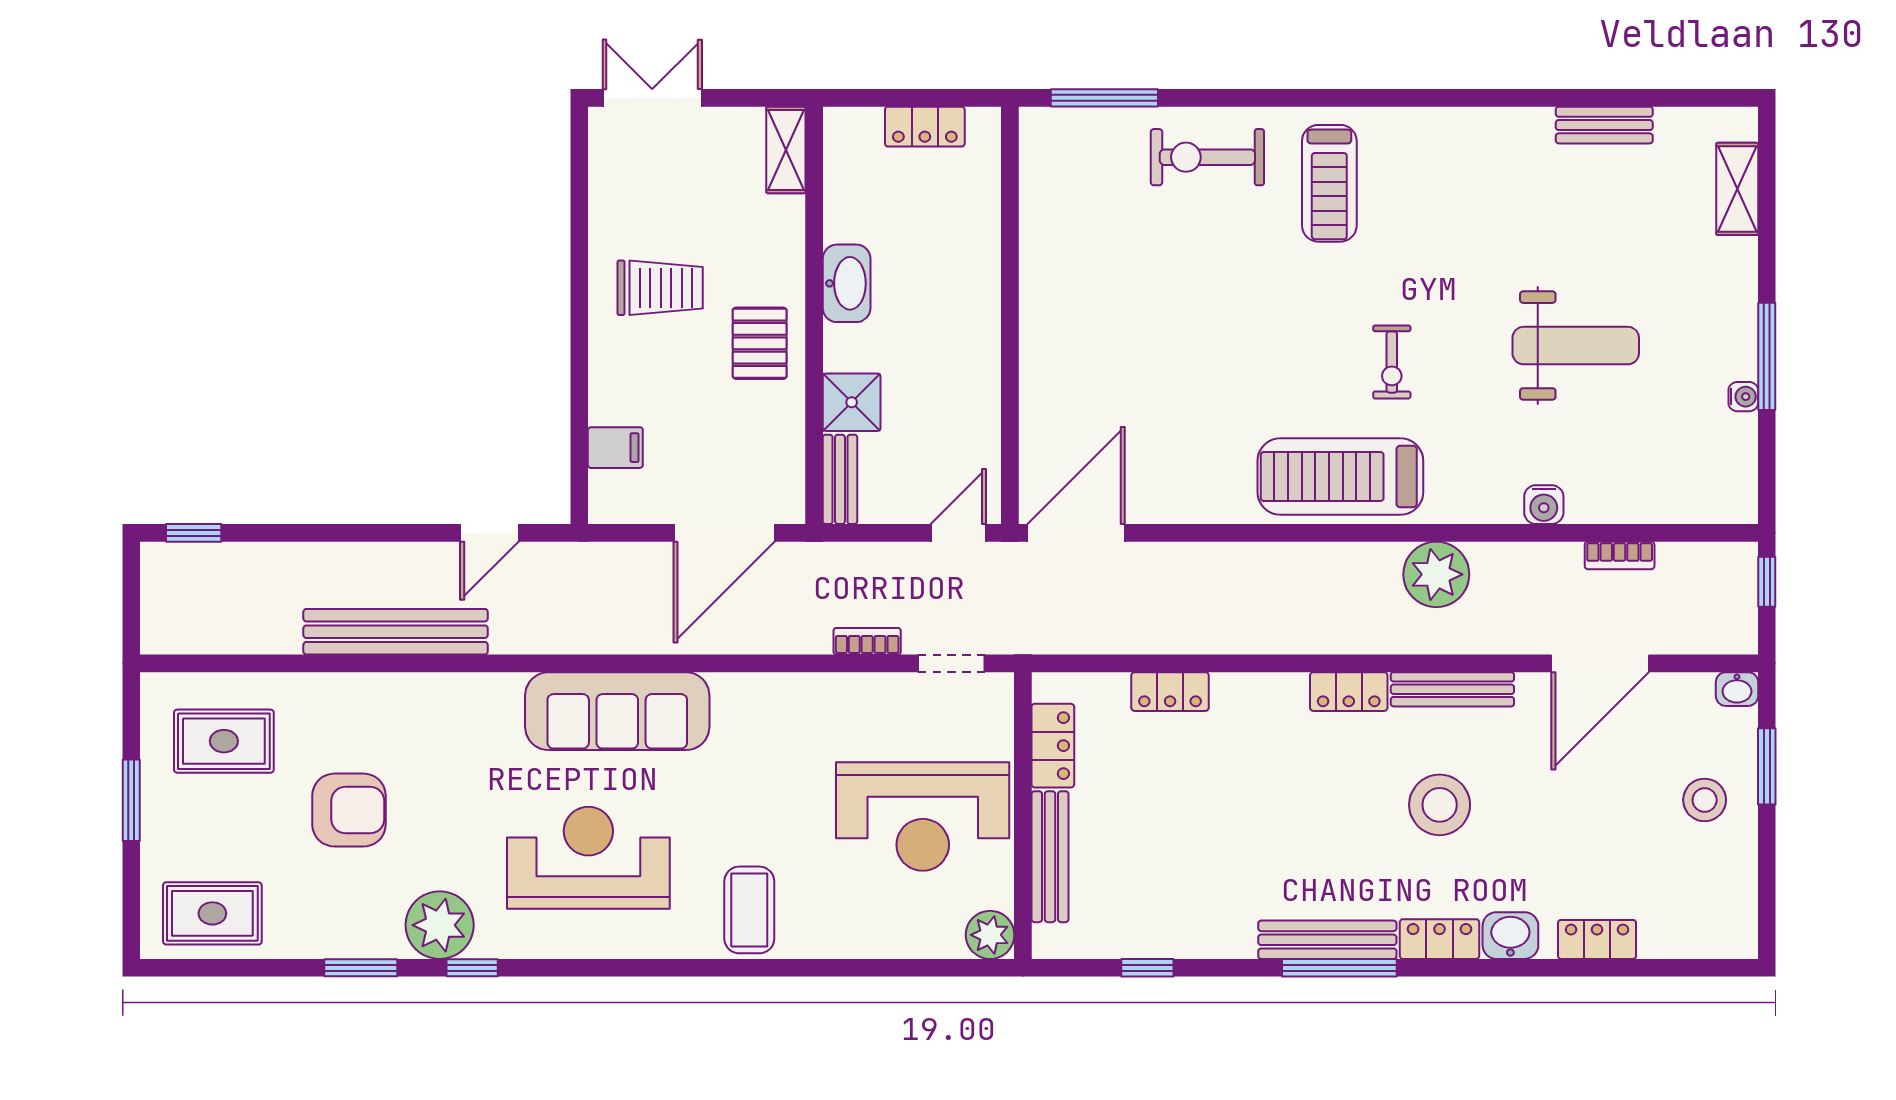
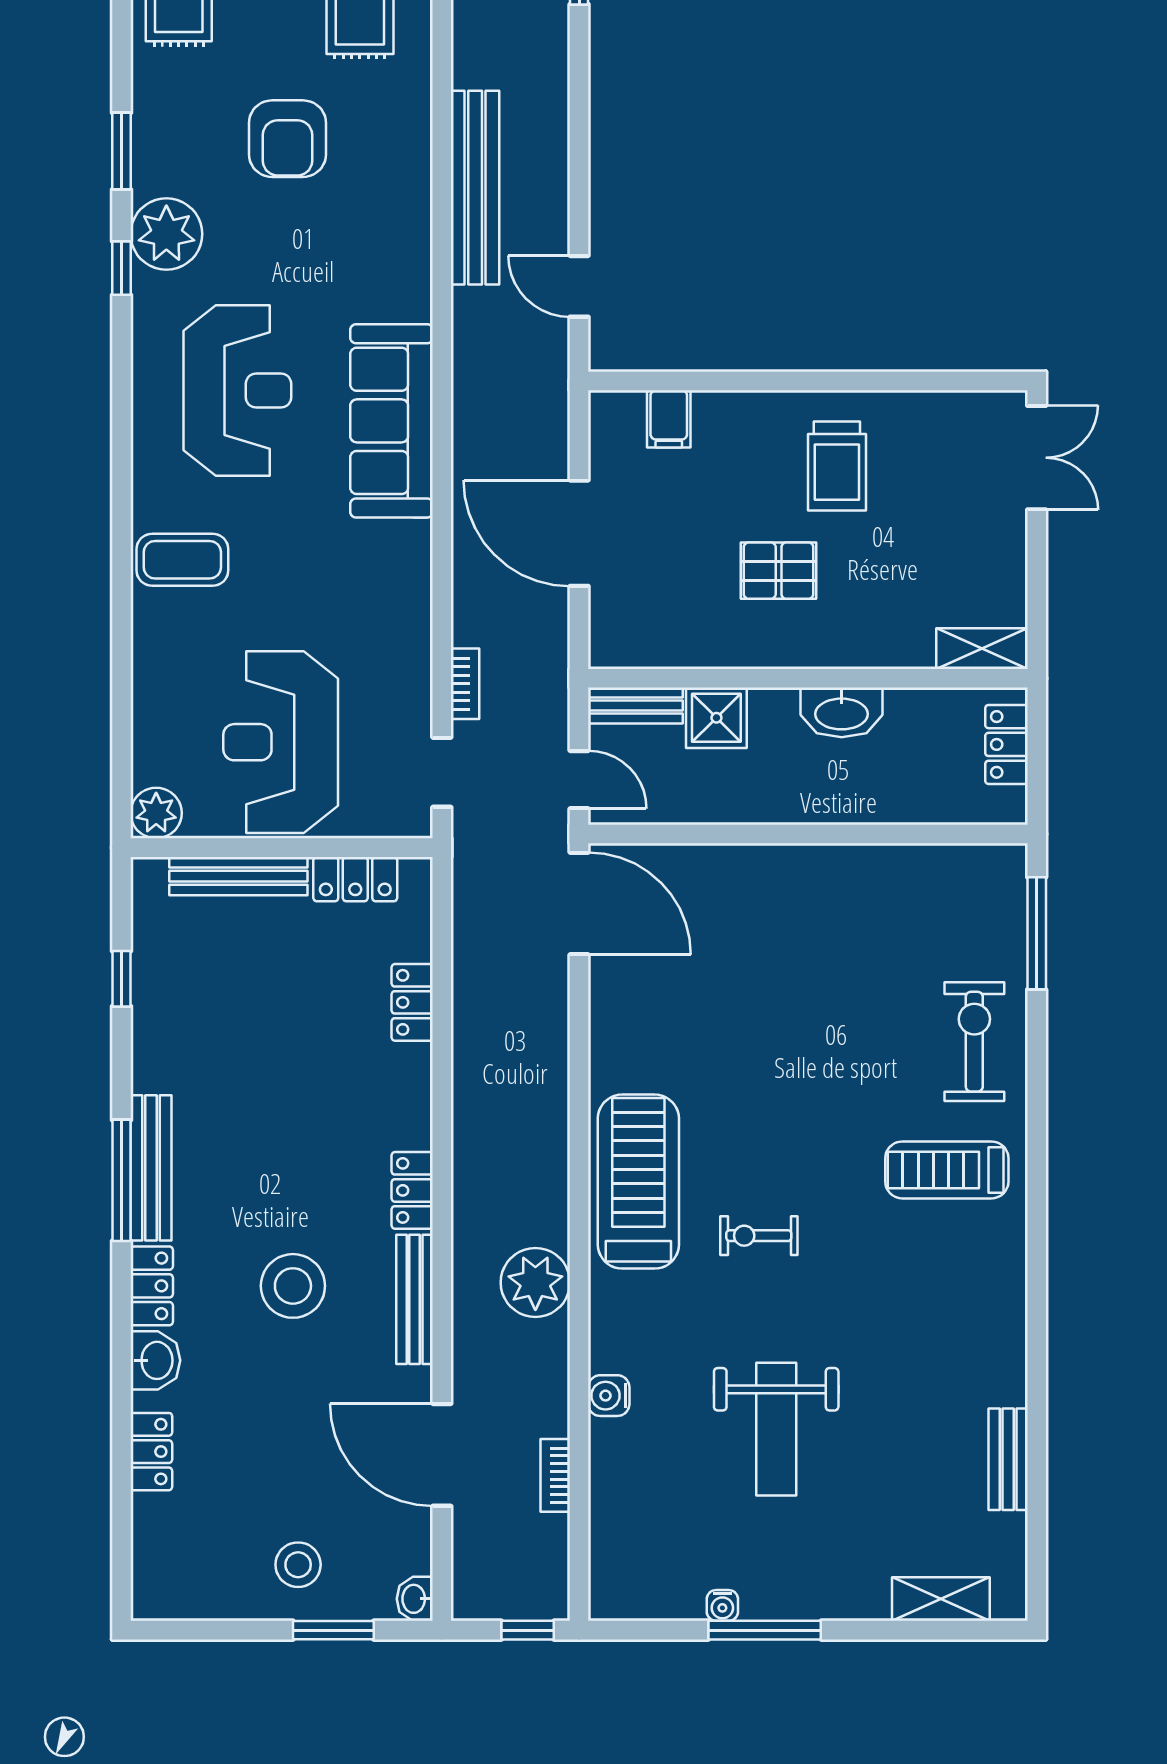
shelving: (786, 150) -> (982, 649), moved
washbasin: (847, 283) -> (842, 712), moved
wall: (814, 315) -> (808, 678), moved
shower: (852, 402) -> (716, 718), moved
bench: (840, 479) -> (635, 705), moved

